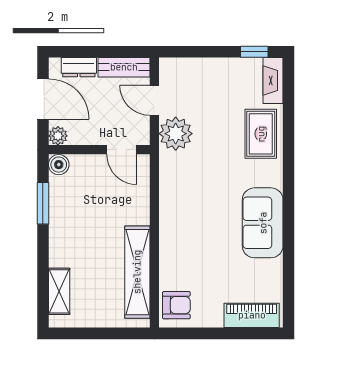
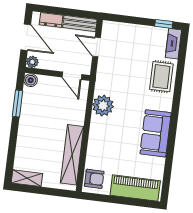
plant: (176, 134) -> (103, 106), moved
shelving: (59, 291) -> (27, 178), moved, turned 90
piano: (252, 315) -> (135, 188), width x1.37, depth x1.33

